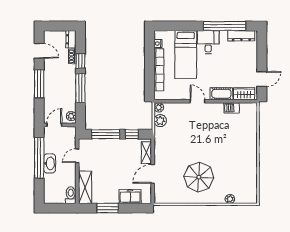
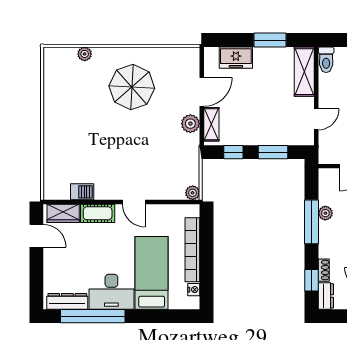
desk: (208, 42) -> (111, 292), width x1.37
window: (80, 61) -> (311, 280), moved
door: (262, 79) -> (36, 236), swing flipped
plant: (71, 116) -> (325, 213), moved
plant: (160, 121) -> (190, 124), moved
window: (106, 134) -> (273, 152), width x0.69

